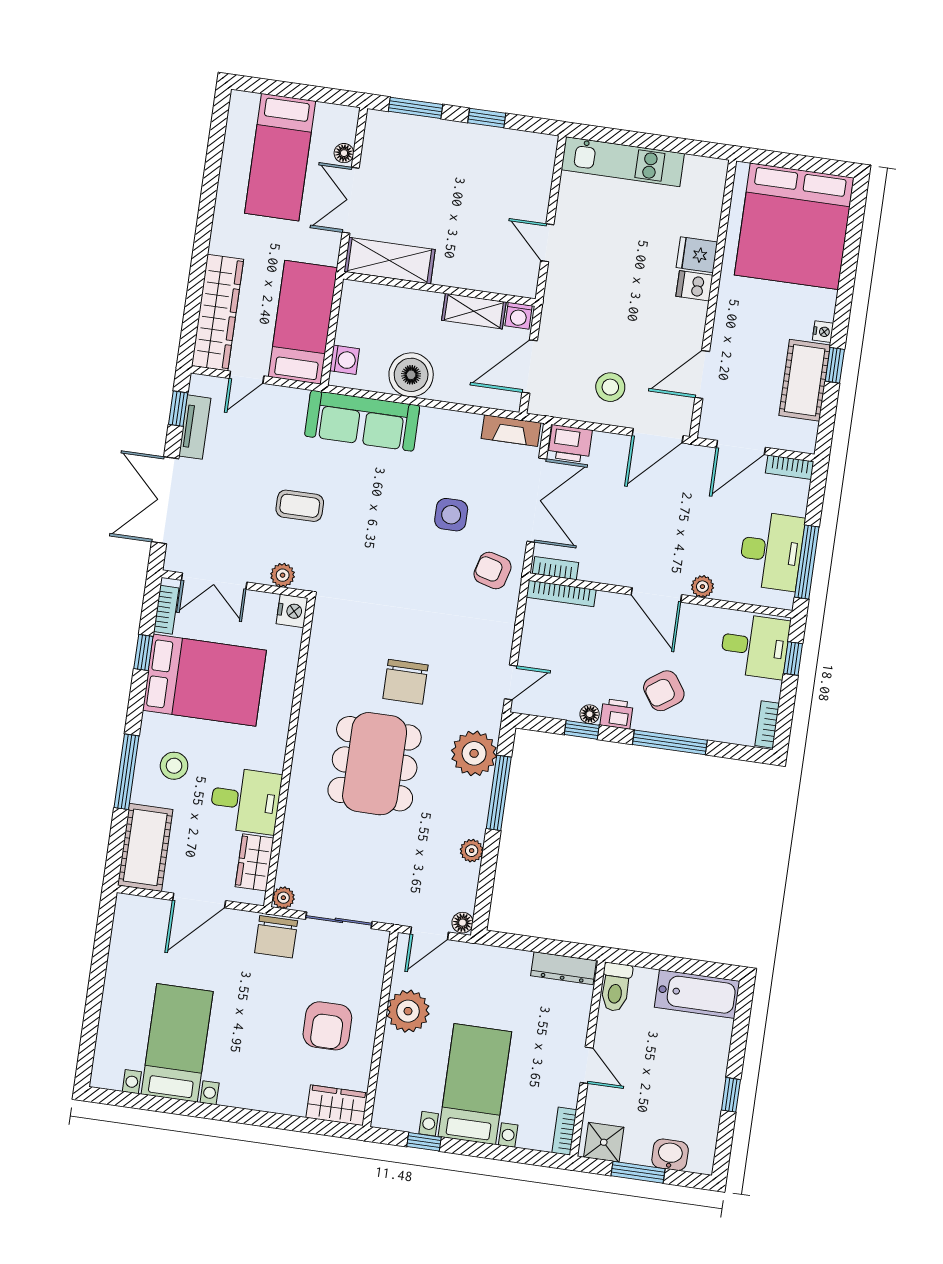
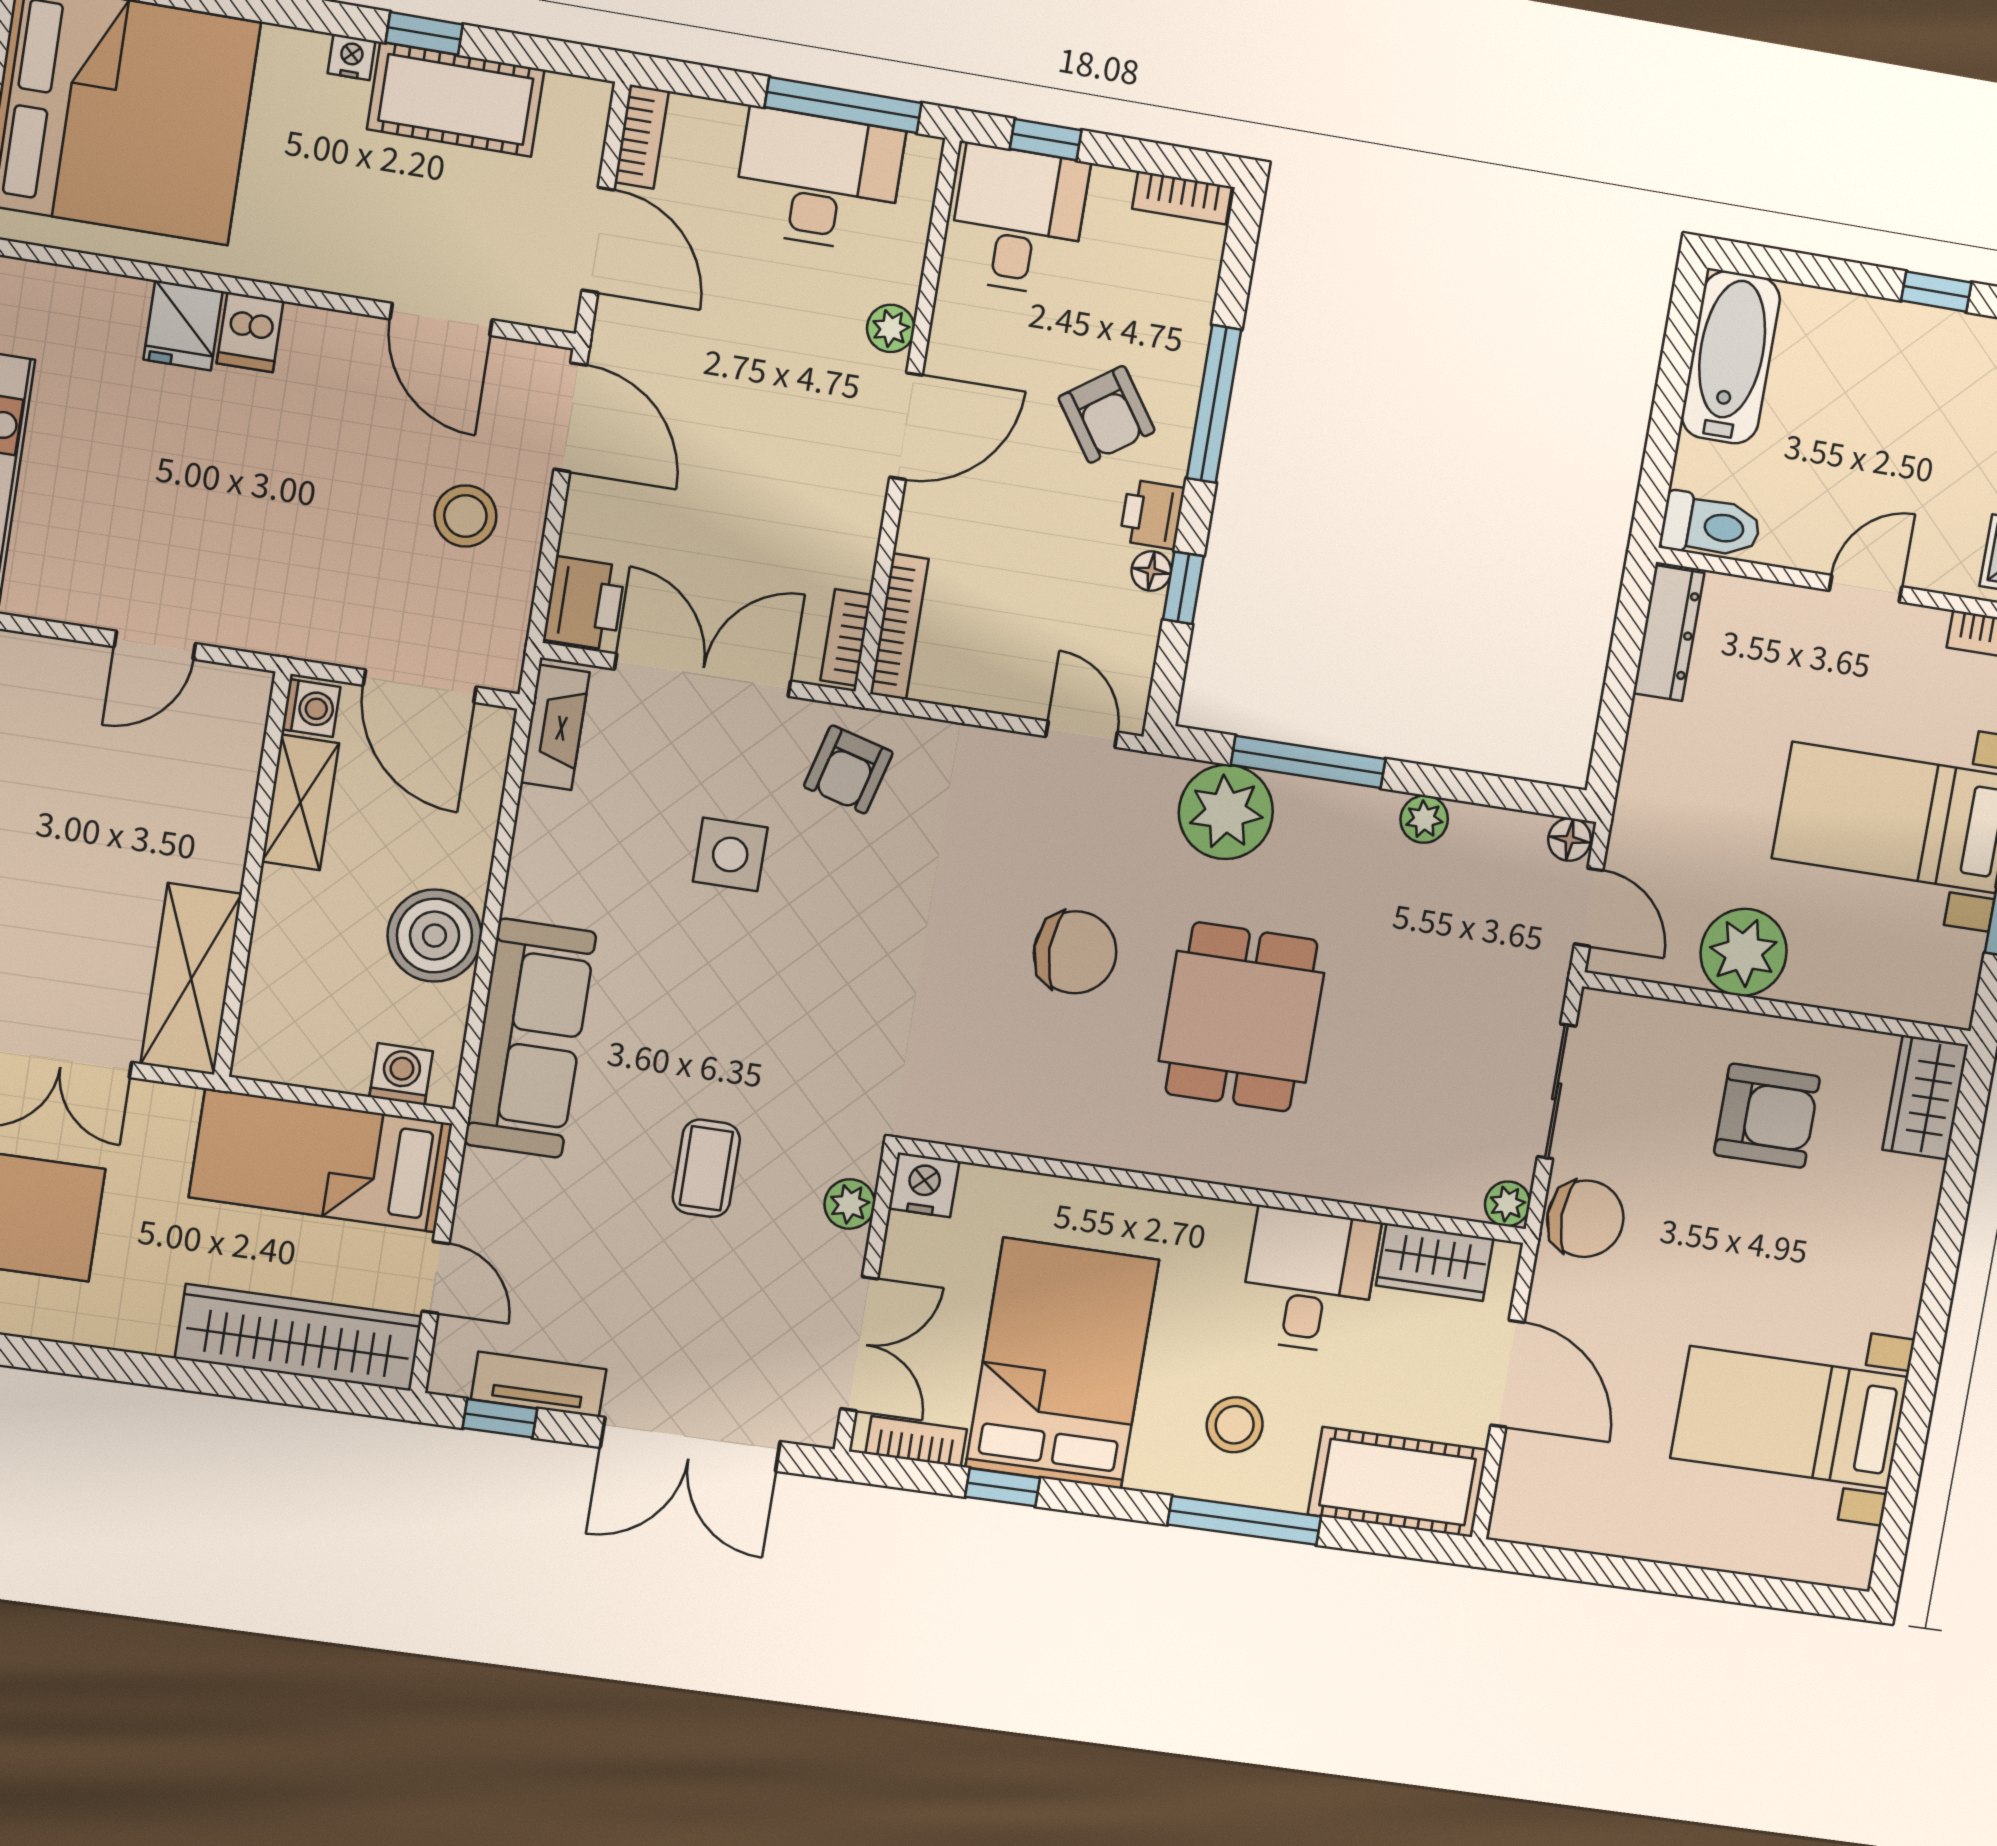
dining table: (375, 764) -> (1241, 1017), width x0.73

